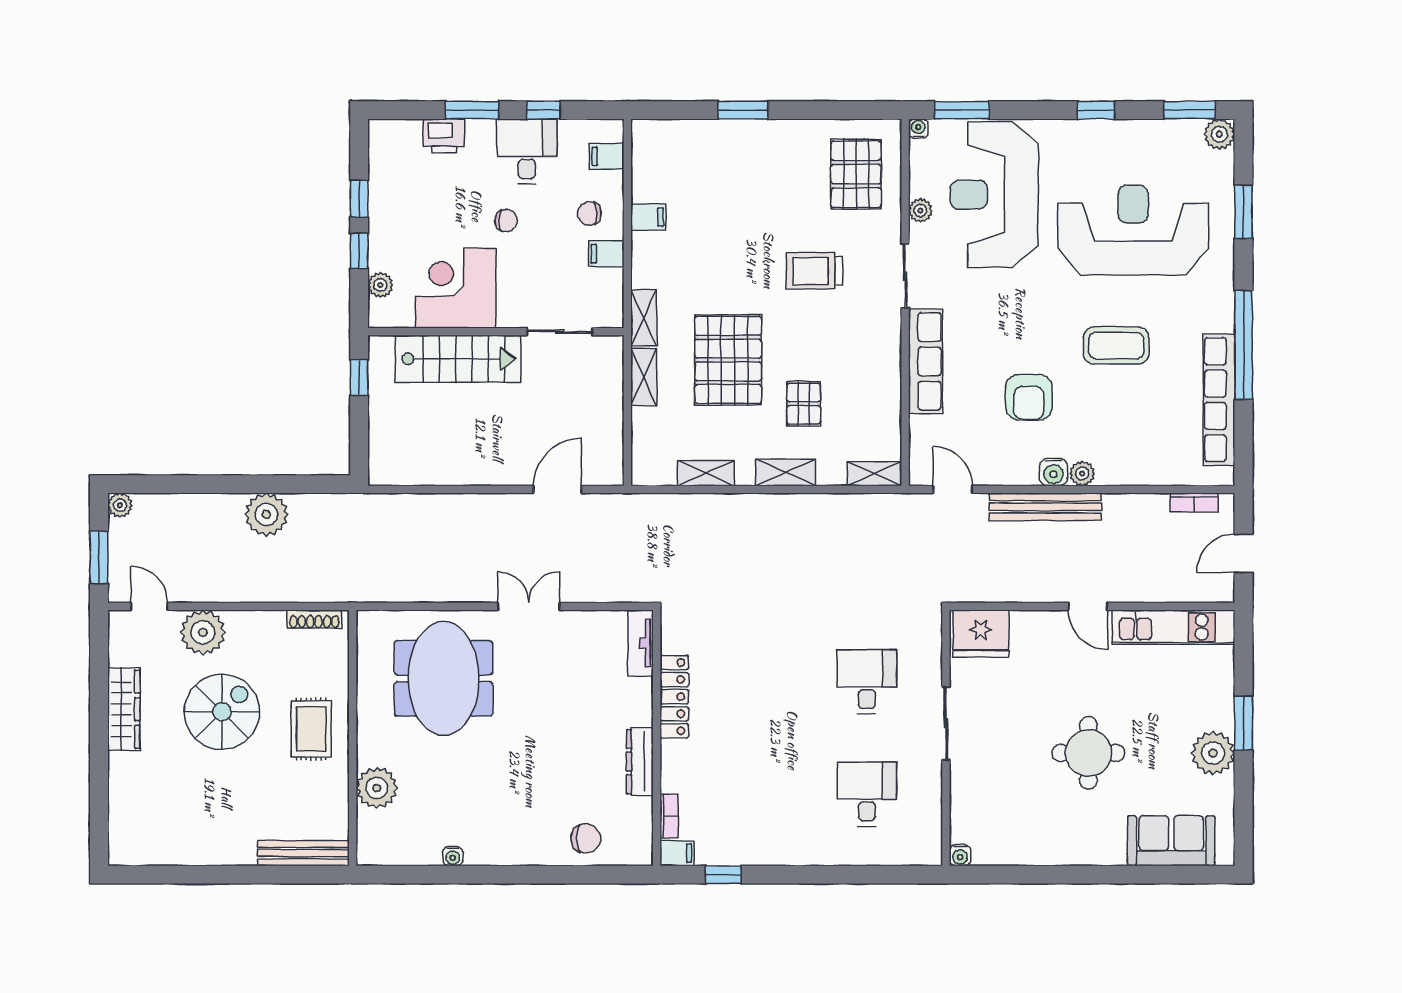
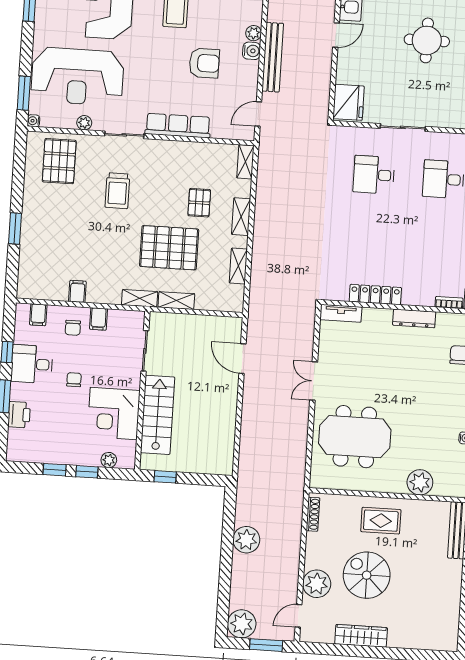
pallet: (856, 174) -> (59, 161), turned 90
pallet: (804, 404) -> (199, 203), turned 90
plant: (120, 505) -> (242, 624), width x1.87, depth x1.87

